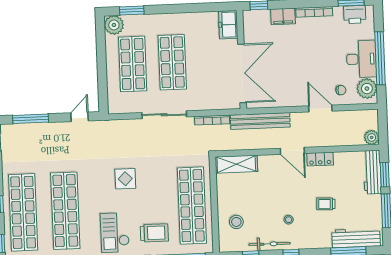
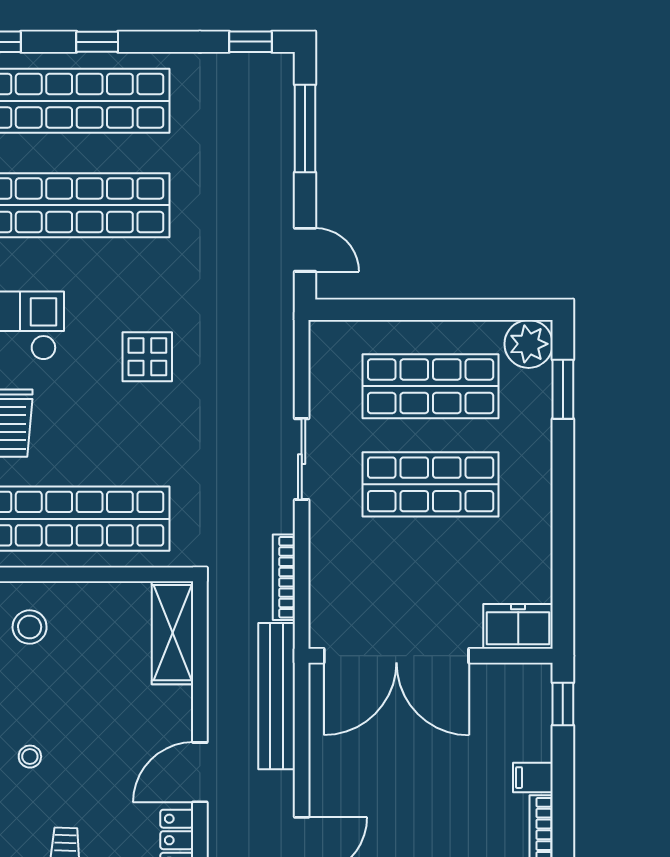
filing cabinet: (283, 16) -> (533, 778), width x0.50
sliding door: (164, 115) -> (302, 459), width x0.73

